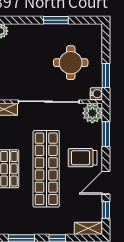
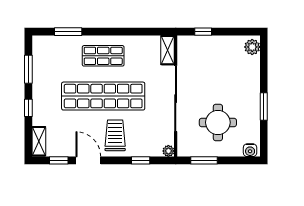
water cooler: (96, 94) -> (250, 150), moved
plant: (92, 113) -> (168, 151), width x0.53, depth x0.53
window: (106, 134) -> (141, 160), width x0.67

